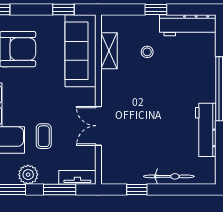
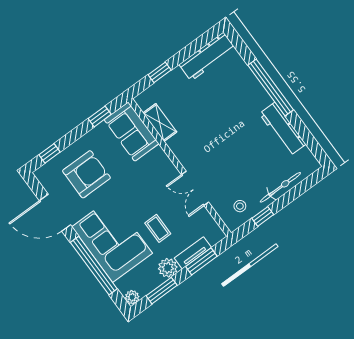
window: (156, 10) -> (160, 72), moved
sofa: (80, 51) -> (132, 132), width x0.73
stool: (147, 52) -> (240, 206), moved
tv unit: (77, 177) -> (193, 253), moved

